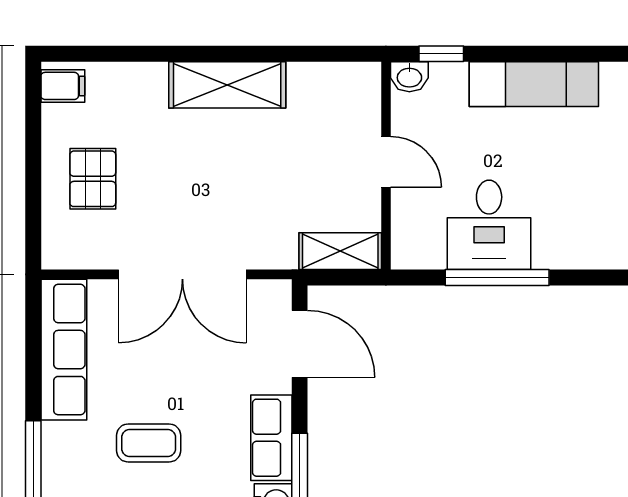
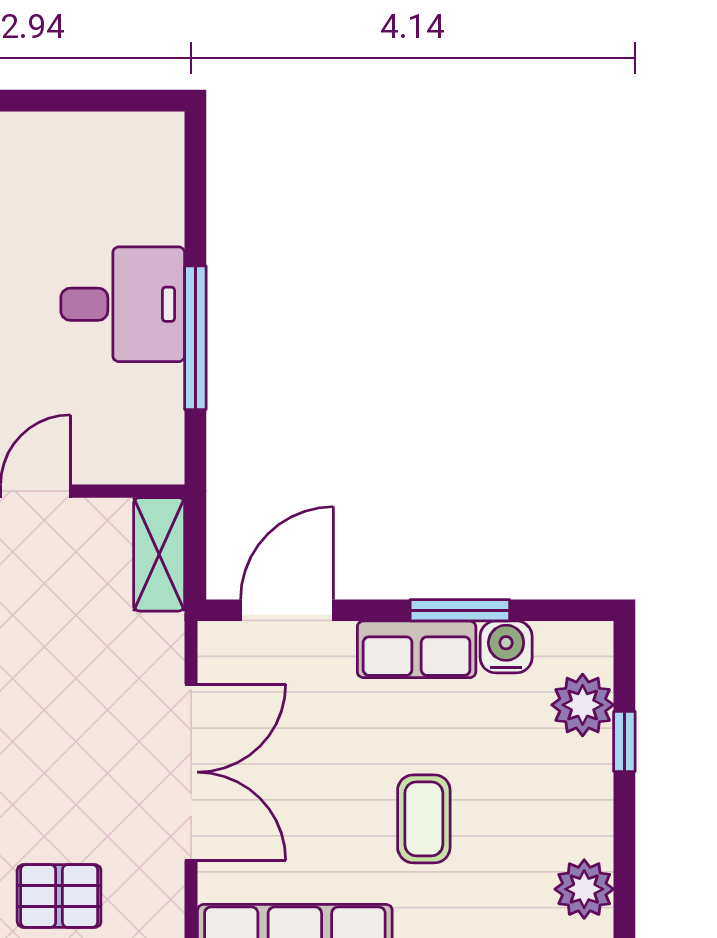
desk: (489, 225) -> (123, 304), moved

